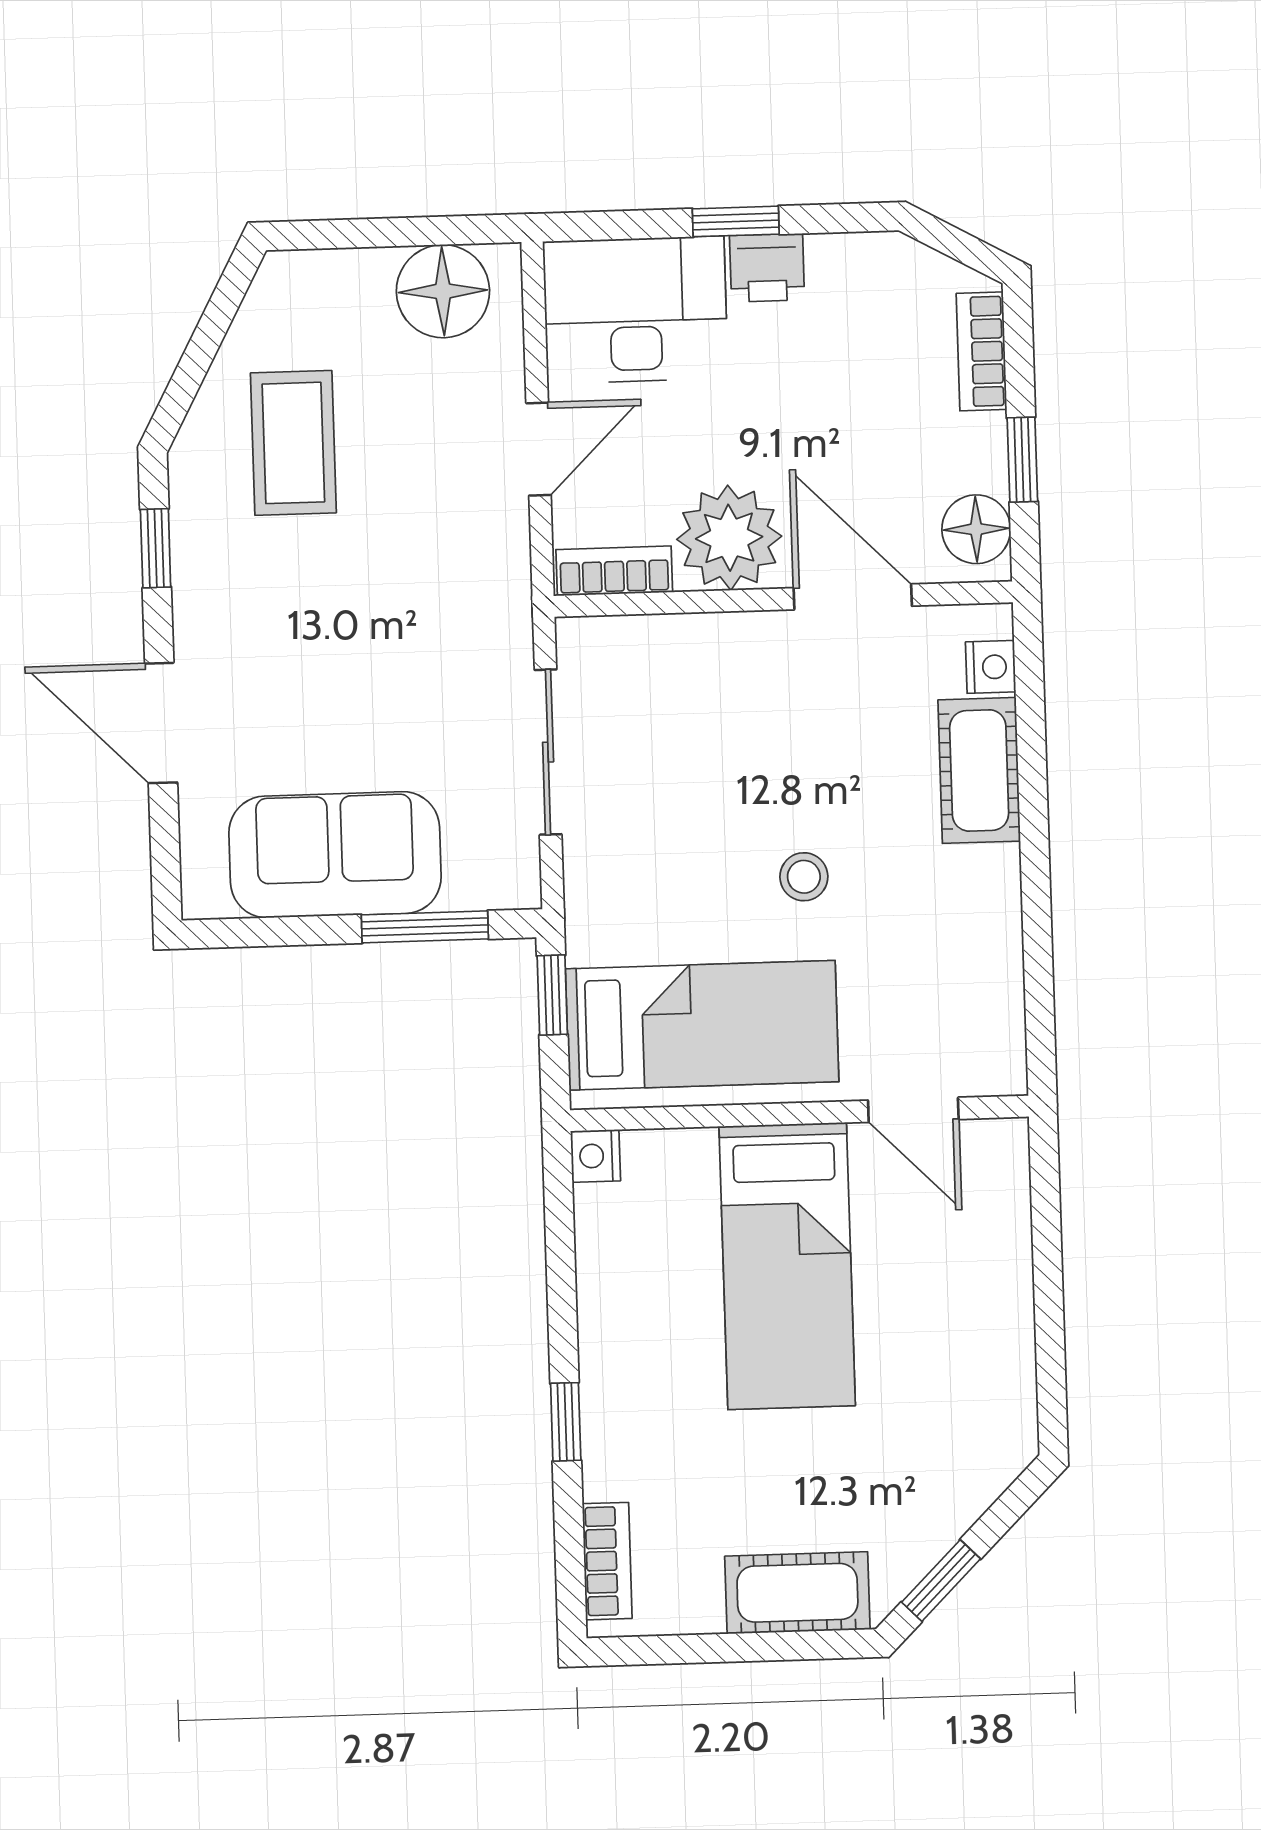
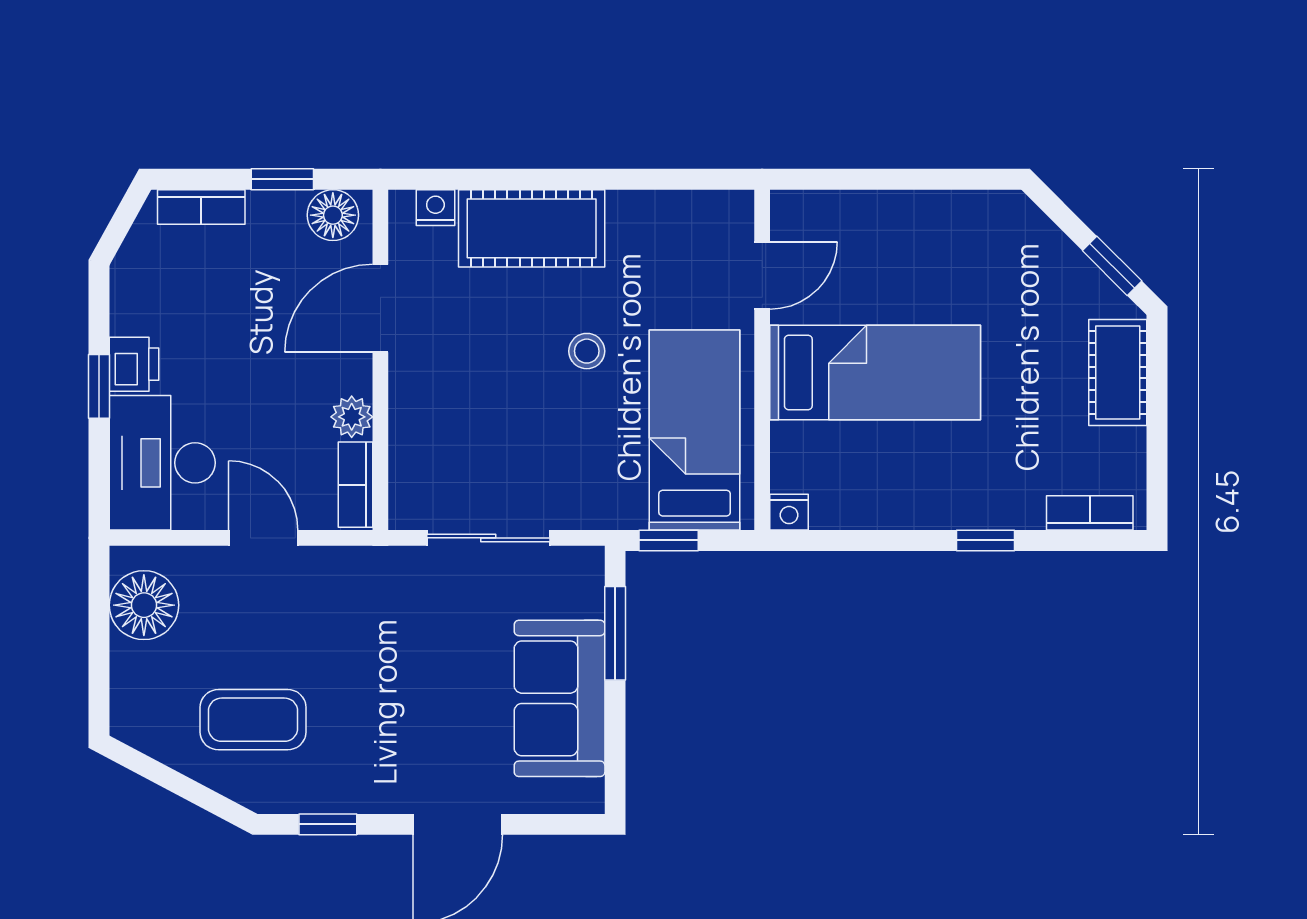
plant: (729, 538) -> (352, 417), width x0.53, depth x0.53
cot: (979, 770) -> (532, 228), width x1.37, depth x1.34

